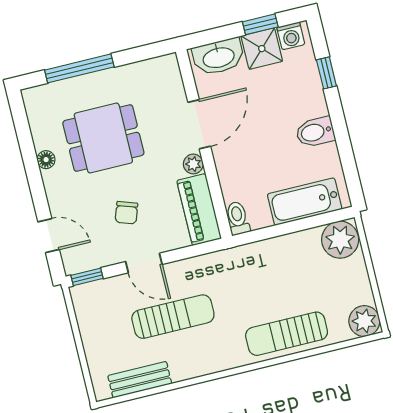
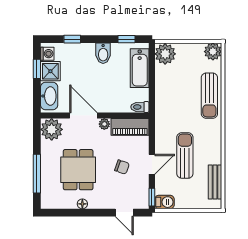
plant: (162, 75) -> (52, 129), added
window: (349, 167) -> (127, 39), added
door: (49, 236) -> (124, 213), swing flipped
barbecue: (84, 301) -> (164, 202), added

